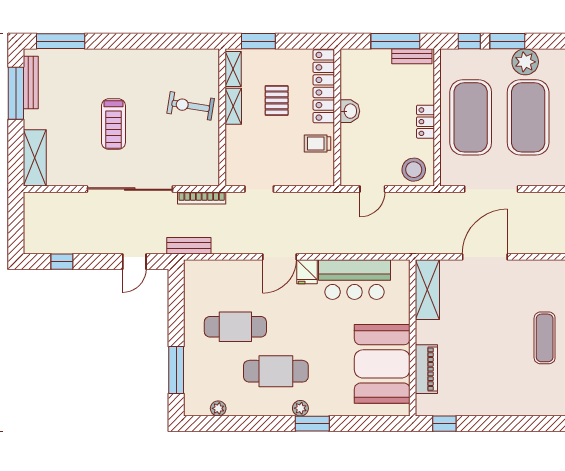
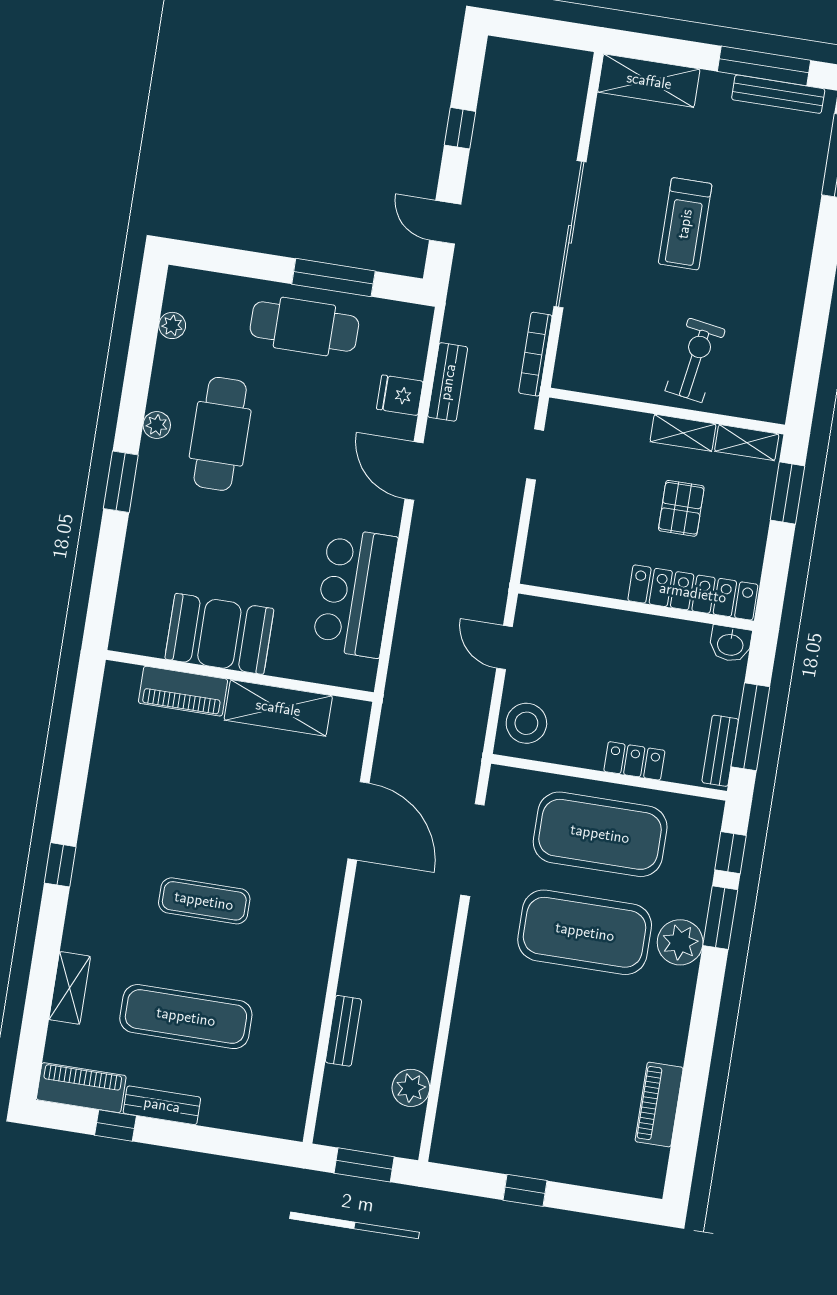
pallet: (277, 100) -> (681, 508), turned 90
washbasin: (350, 111) -> (730, 644), moved
locker: (425, 122) -> (634, 761), moved
treadmill: (113, 124) -> (685, 224), turned -90
trolley: (318, 144) -> (597, 566), removed
bench: (189, 246) -> (448, 382), moved
window: (62, 262) -> (460, 128), moved
fridge: (307, 272) -> (400, 395), moved
shelving: (427, 290) -> (278, 708), moved
cafe table: (235, 327) -> (304, 326), moved, turned 90
booth: (382, 364) -> (219, 634), width x0.73, depth x0.70
window: (176, 370) -> (333, 278), moved
plant: (300, 408) -> (157, 425), moved
window: (444, 424) -> (60, 865), moved

